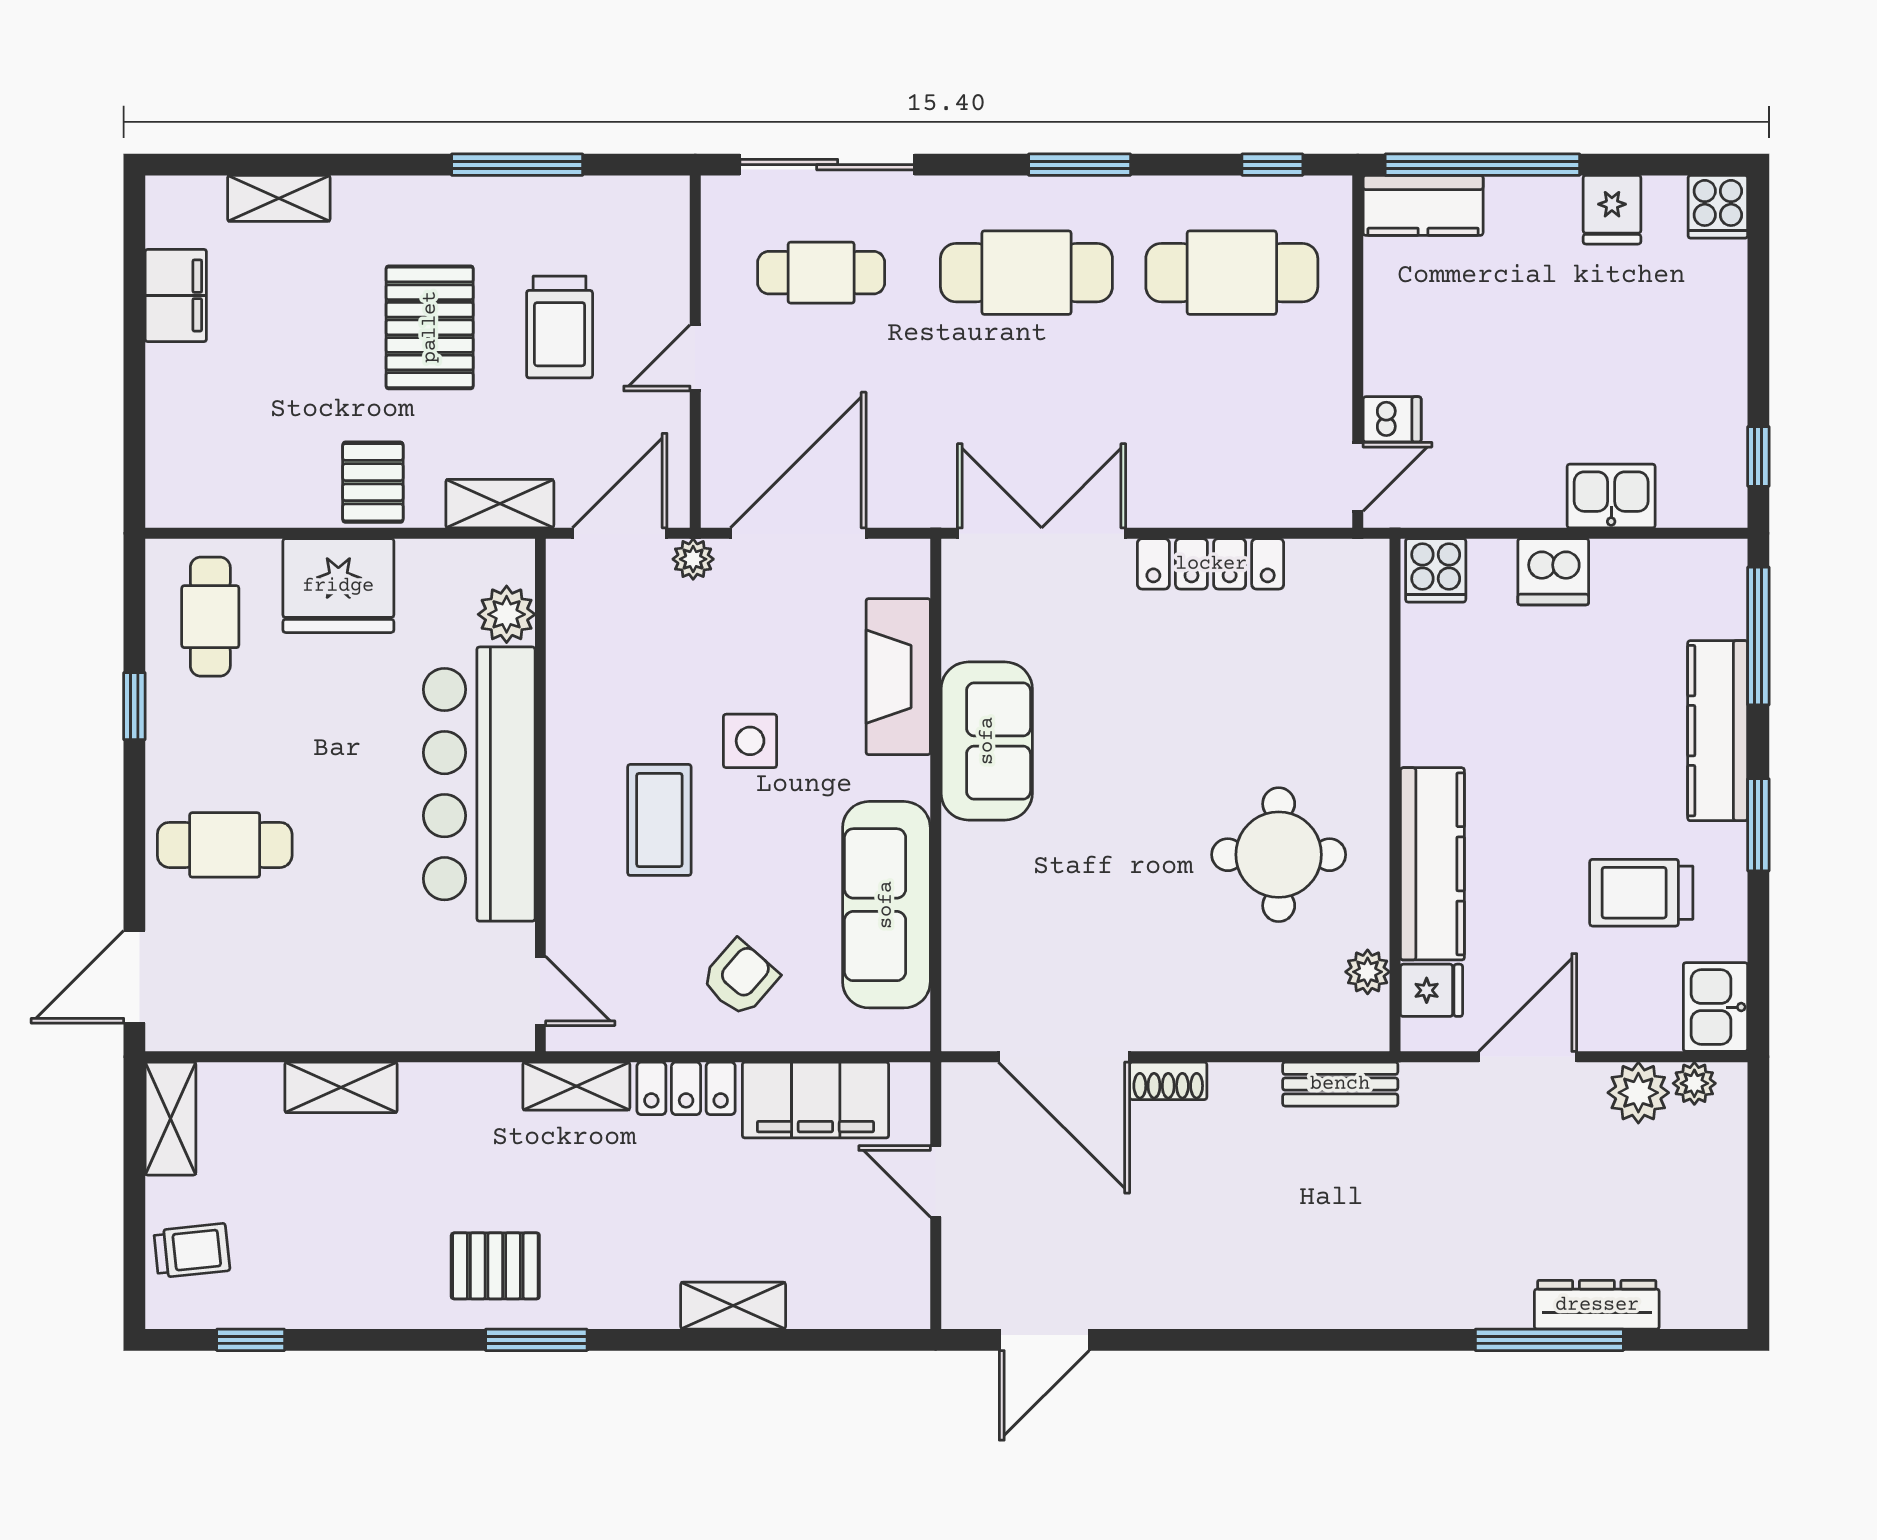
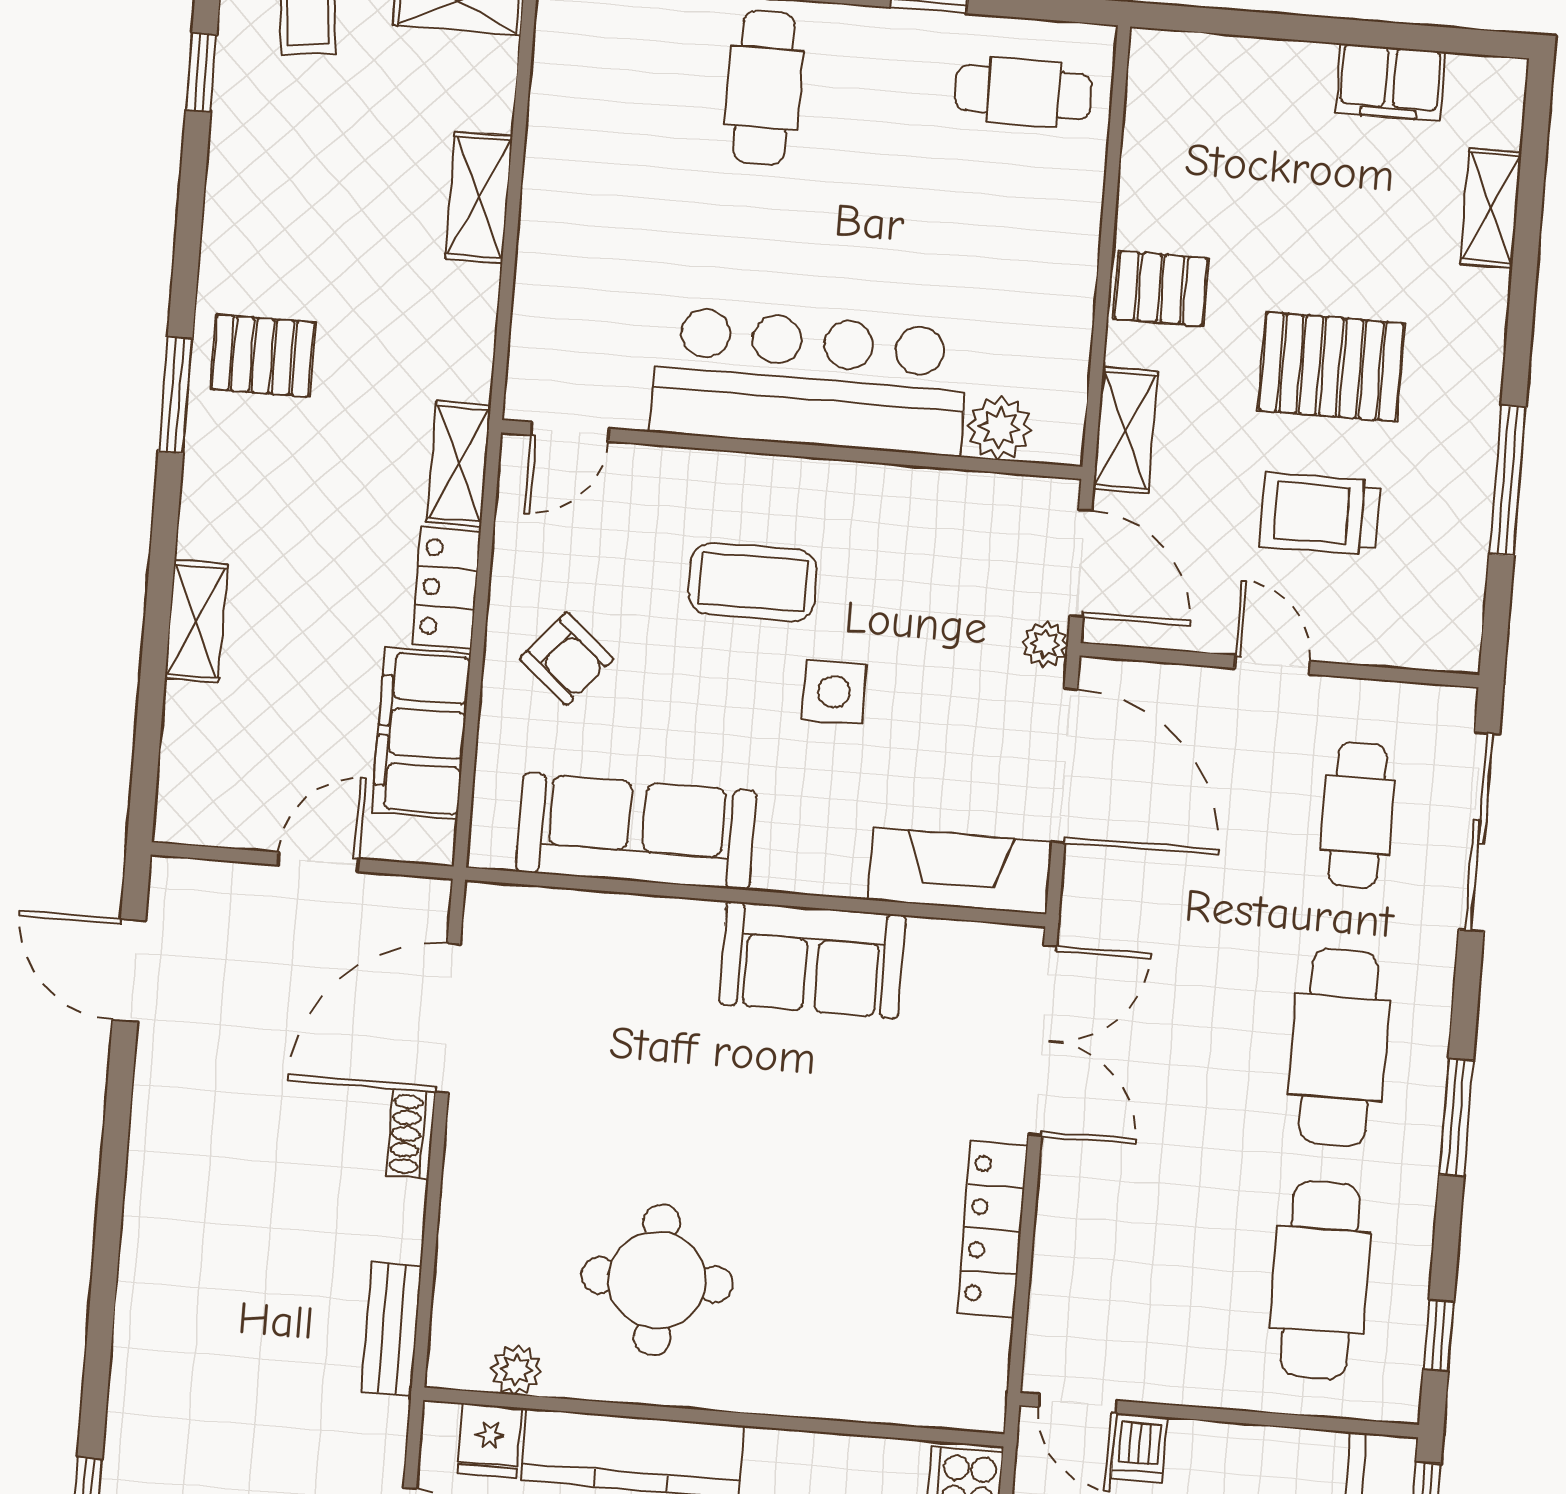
fridge: (338, 586) -> (1047, 240), removed
fireplace: (898, 677) -> (959, 871), moved
pallet: (495, 1266) -> (263, 356), turned 90

